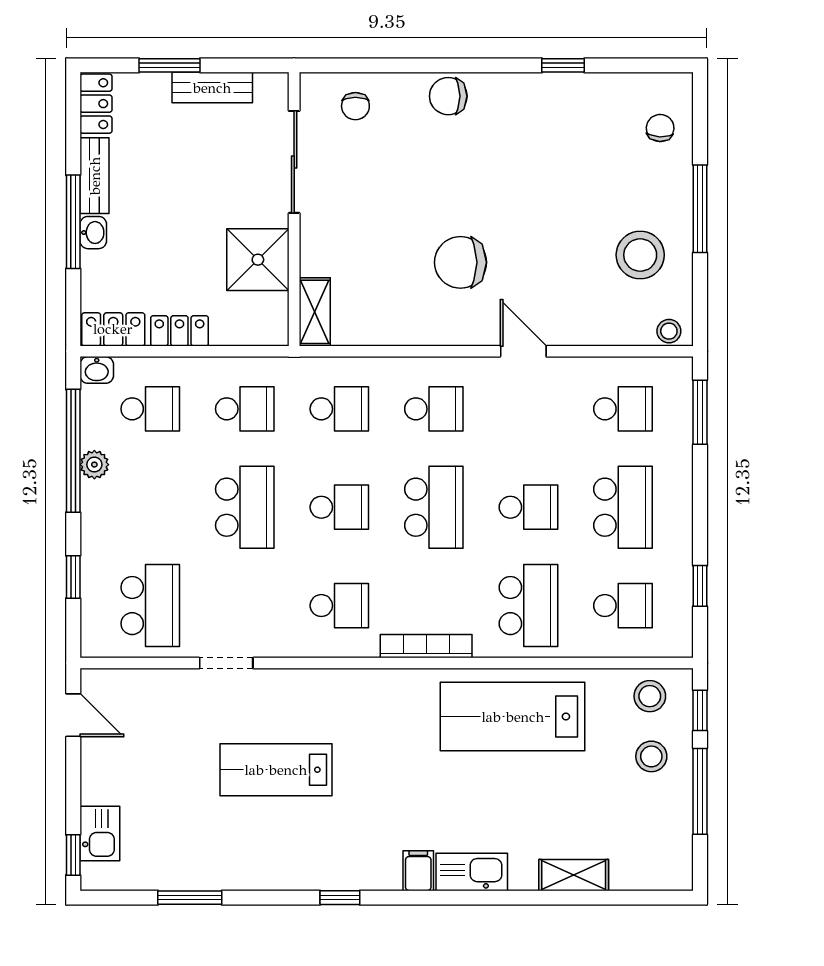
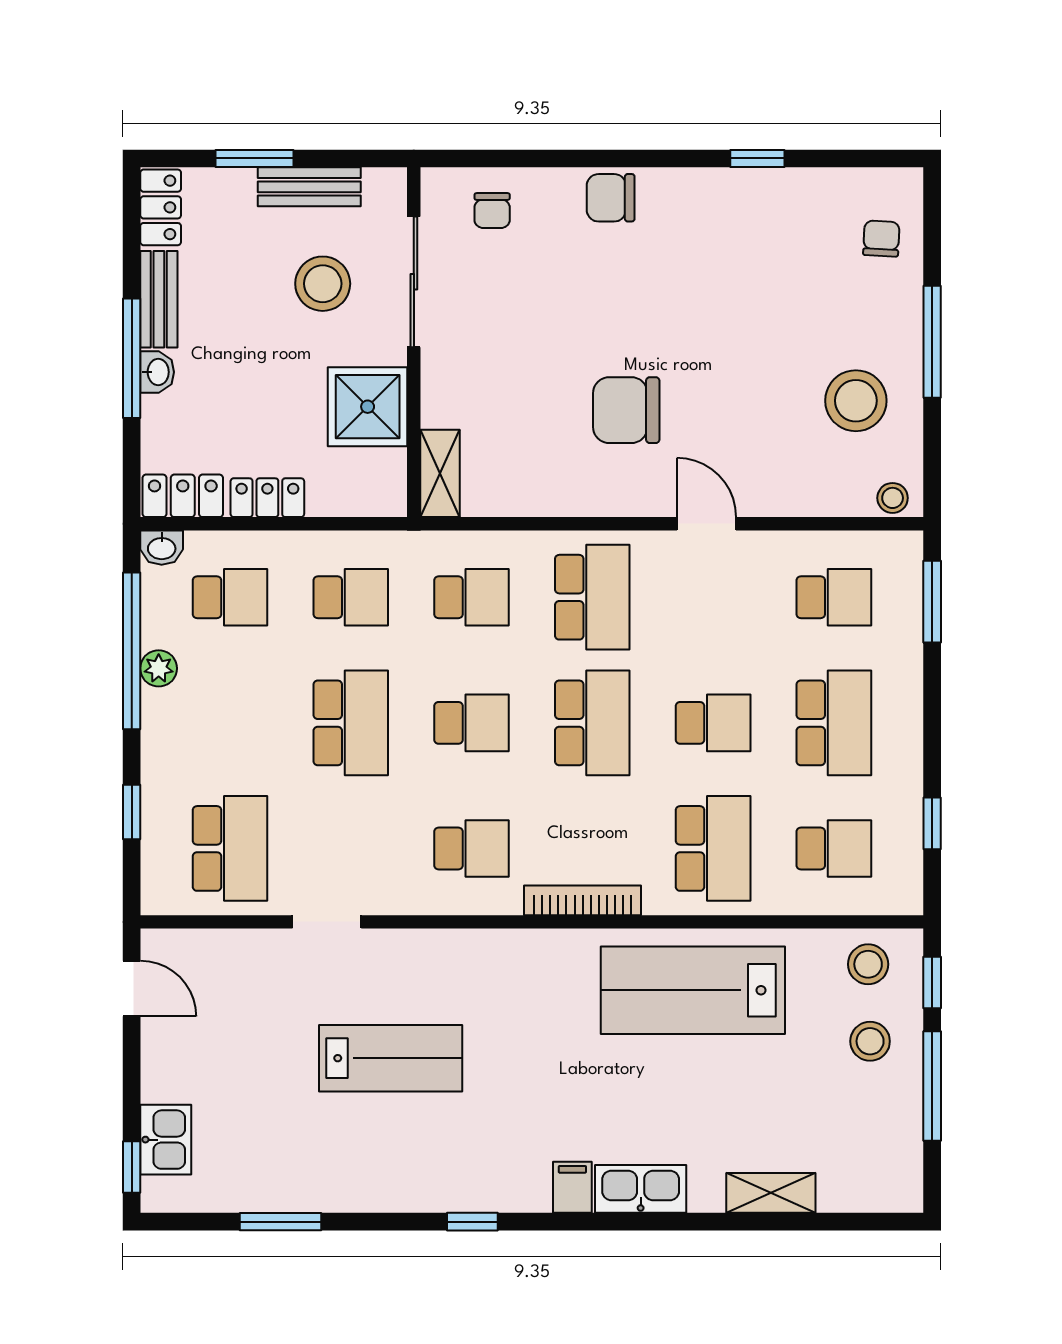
stool: (223, 163) -> (323, 284), added
school desk: (434, 409) -> (592, 597), width x1.85
lab bench: (276, 770) -> (391, 1058), turned 180

